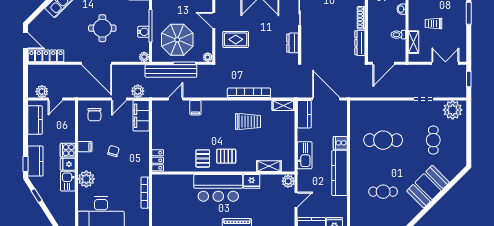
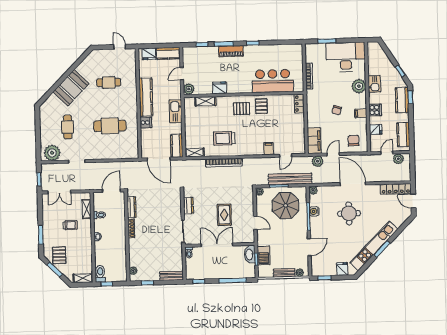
rug: (236, 39) -> (224, 215), moved, turned 90
fridge: (68, 164) -> (376, 130), moved
bar counter: (218, 188) -> (273, 81), moved

